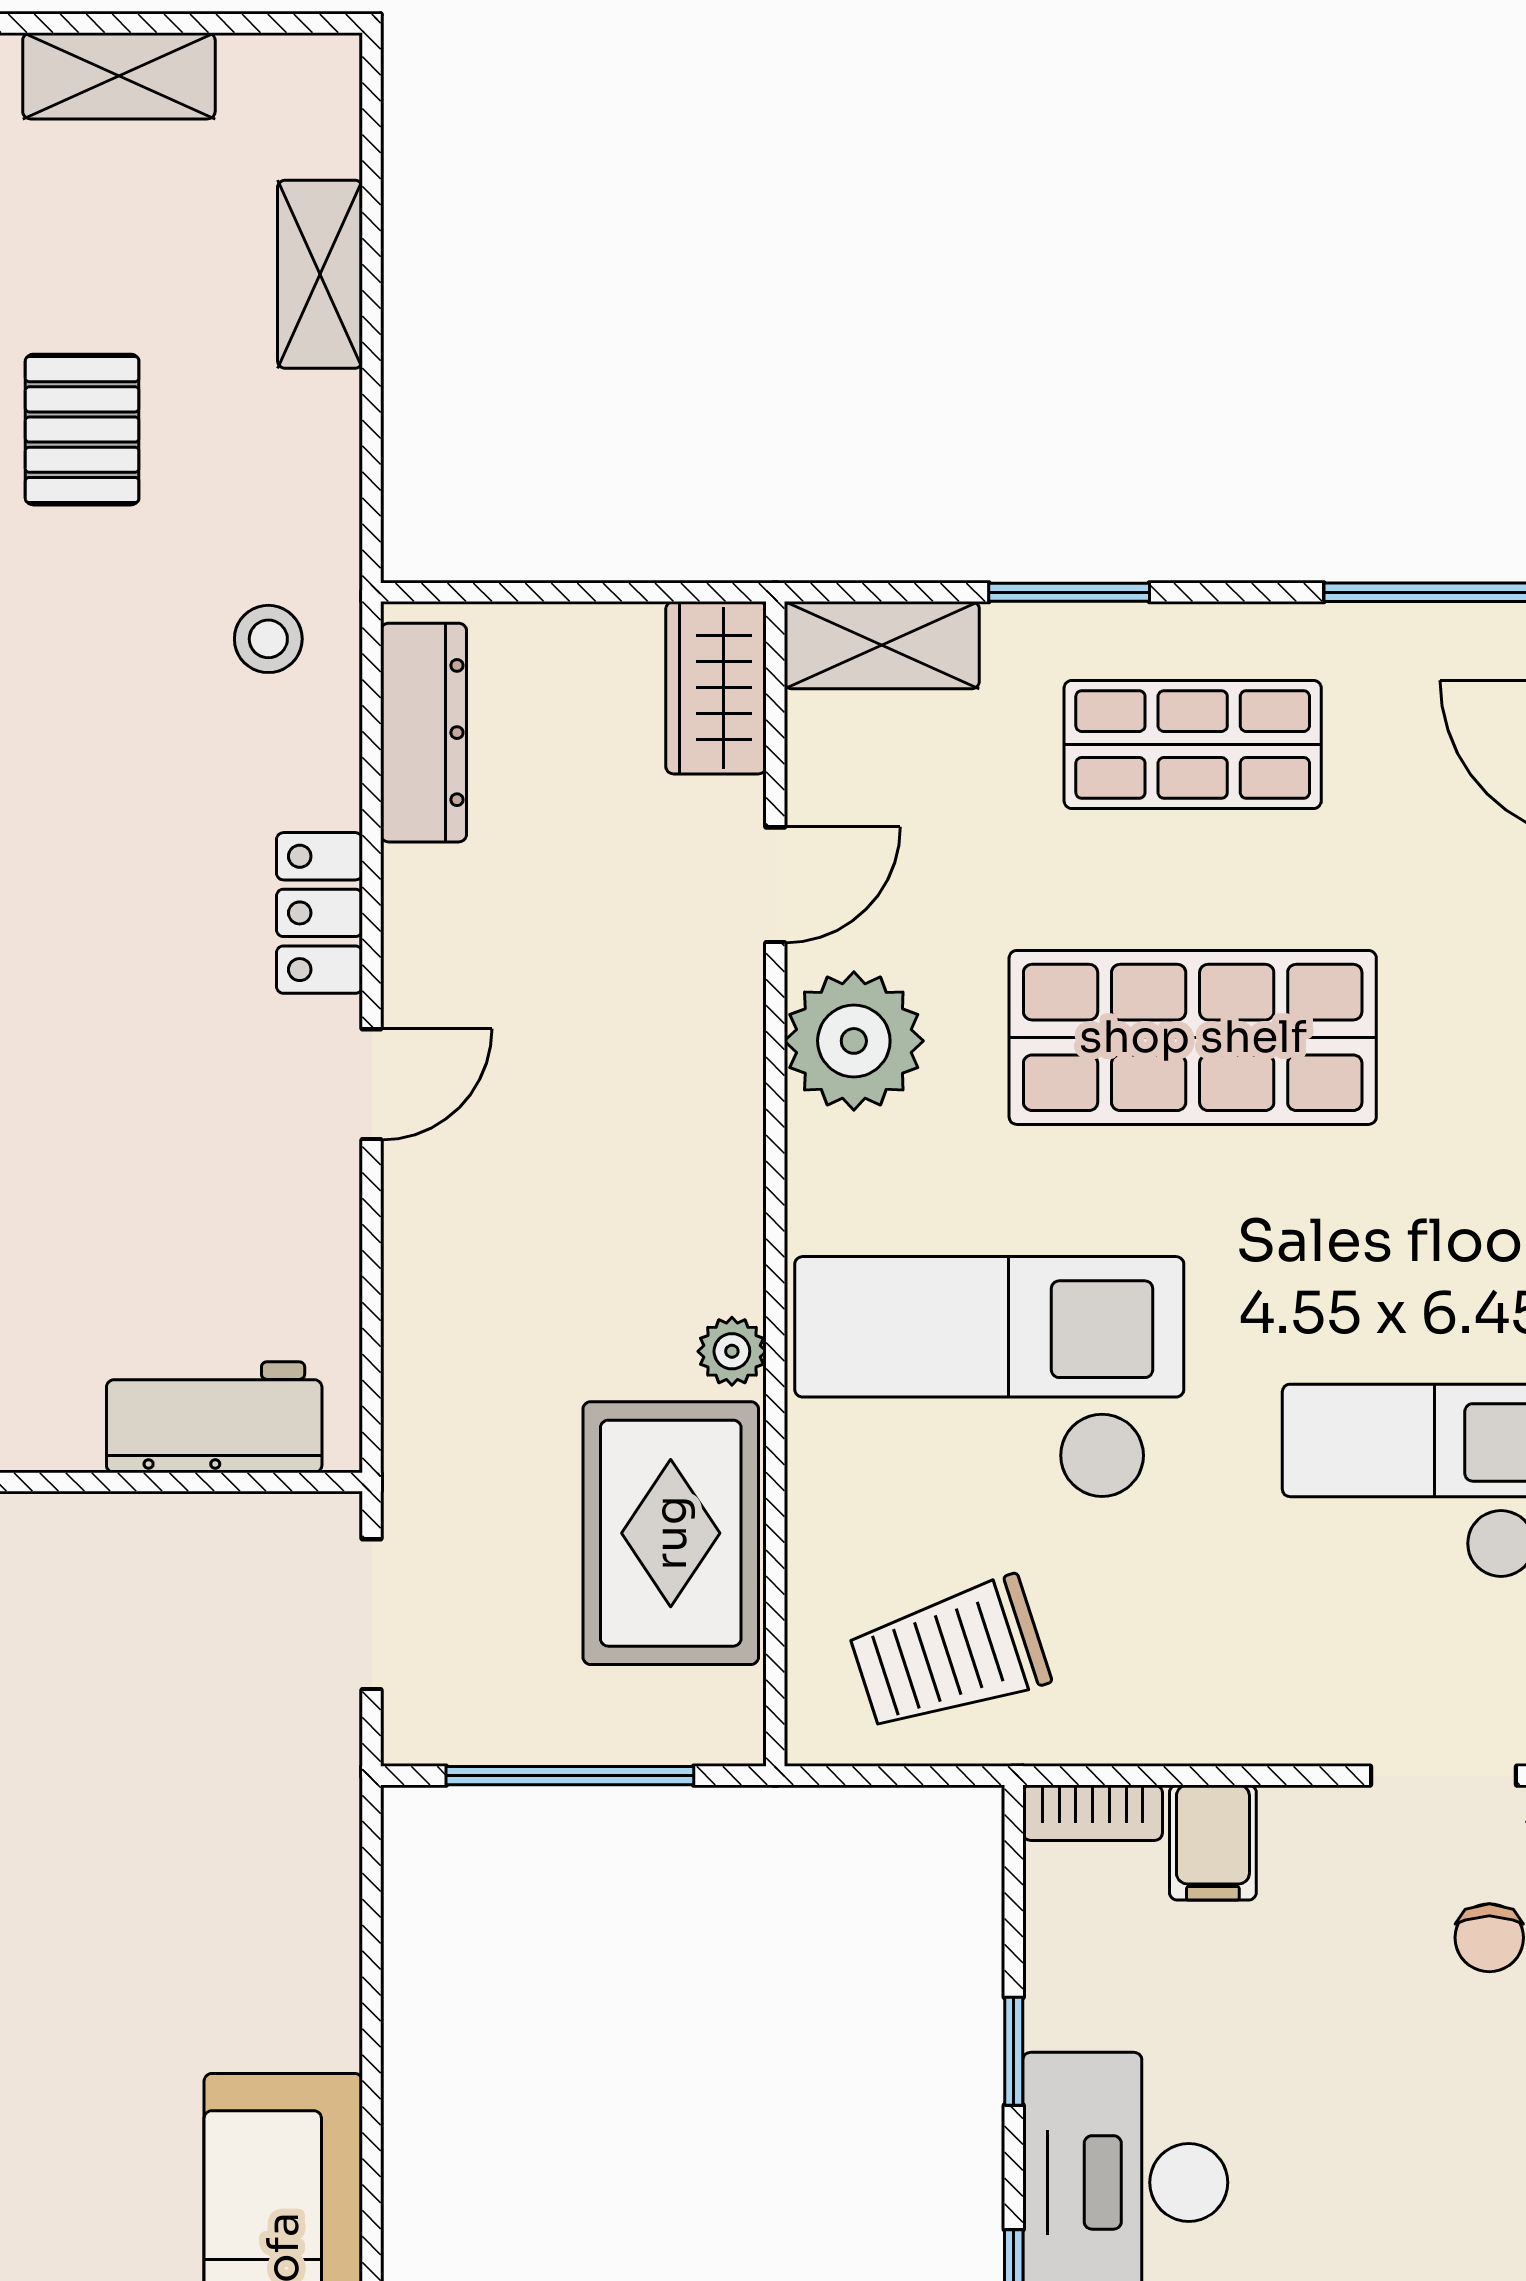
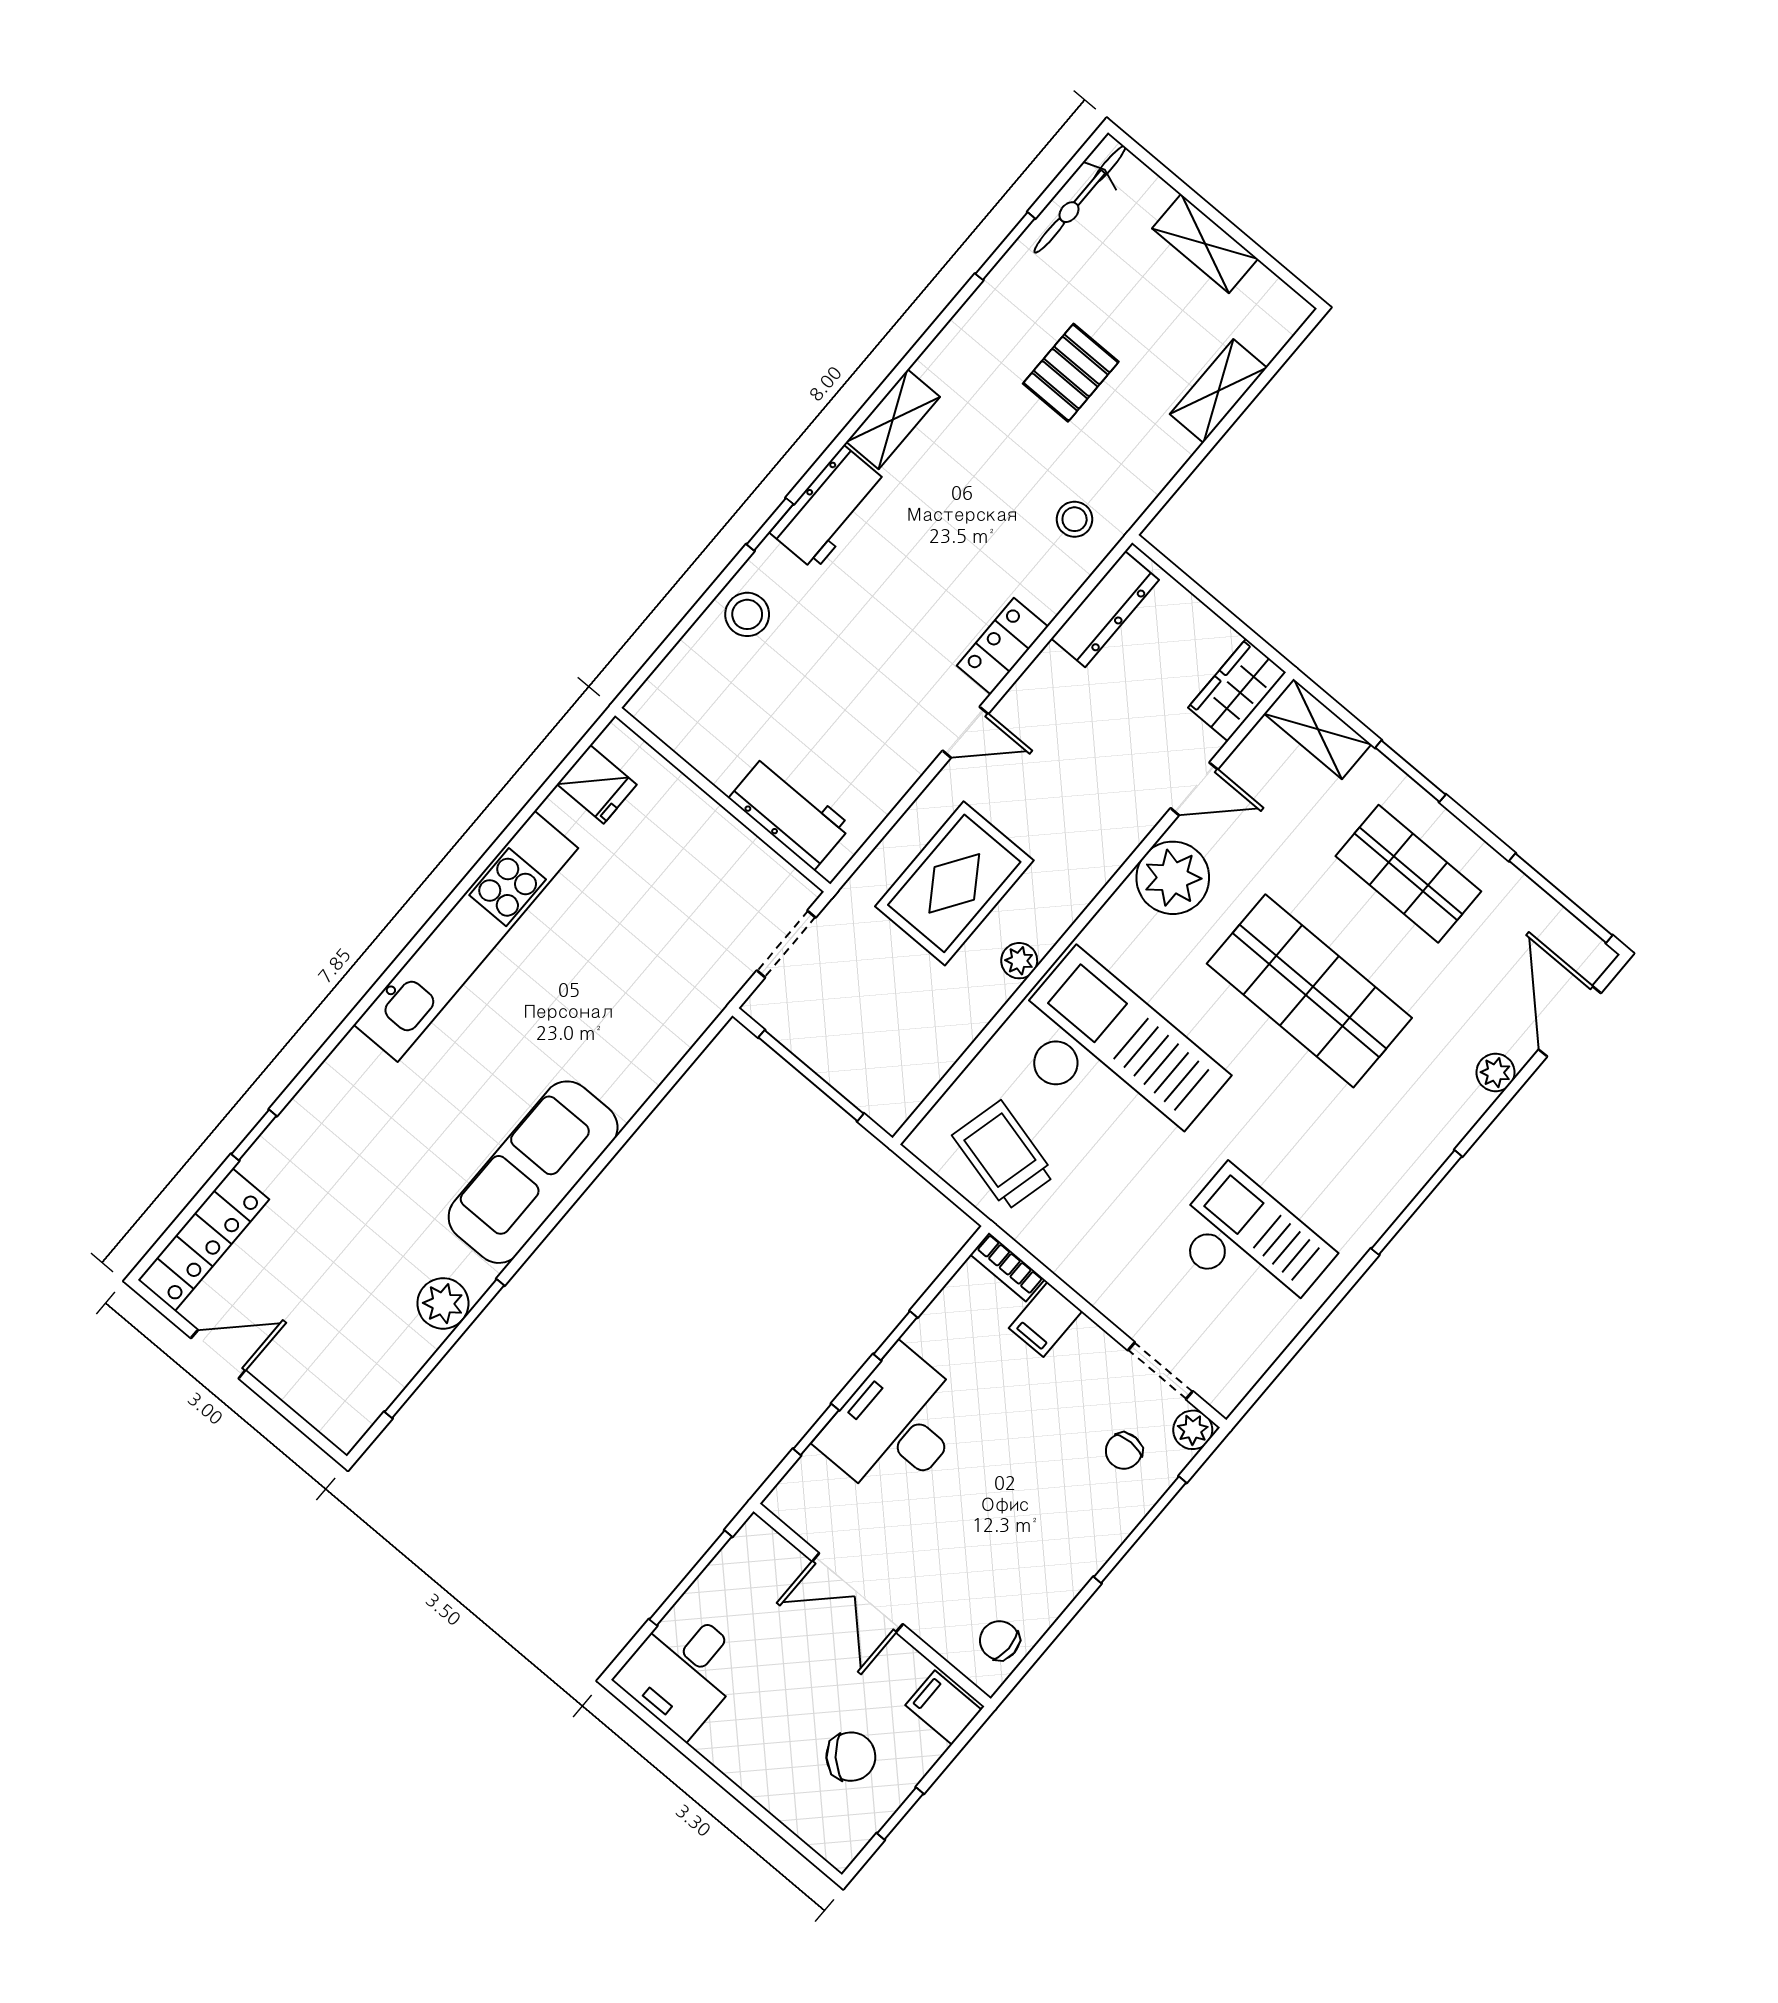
rug: (671, 1533) -> (954, 883), moved
trolley: (950, 1655) -> (1004, 1155), turned 32

